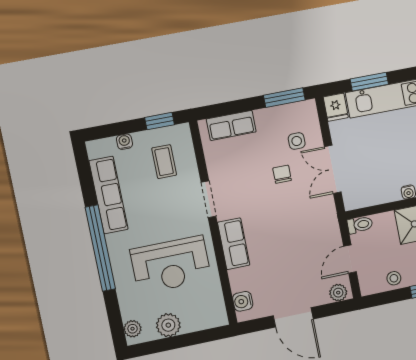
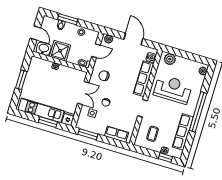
window: (160, 121) -> (165, 158), moved
chair: (311, 221) -> (104, 76), added
row of seats: (234, 244) -> (144, 79), width x1.48
plant: (168, 325) -> (170, 59), moved

